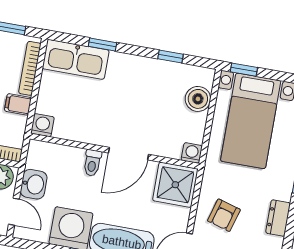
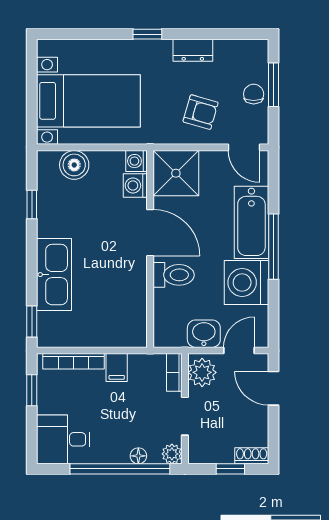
window: (103, 44) -> (32, 322), moved
kitchen sink: (76, 59) -> (54, 275), moved
window: (244, 70) -> (32, 119), removed
washing machine: (42, 125) -> (135, 186), moved
toilet: (92, 163) -> (174, 275), width x1.37, depth x1.39

